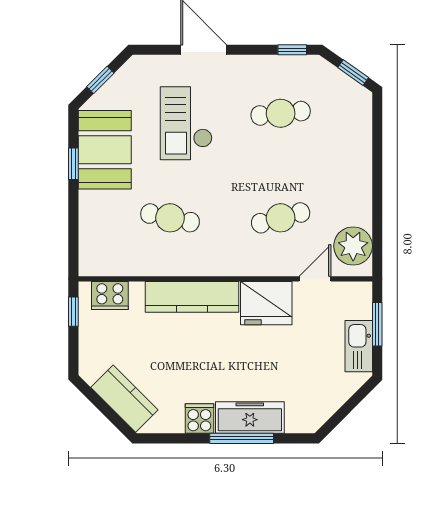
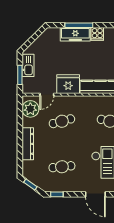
dresser: (359, 166) -> (28, 144), added

